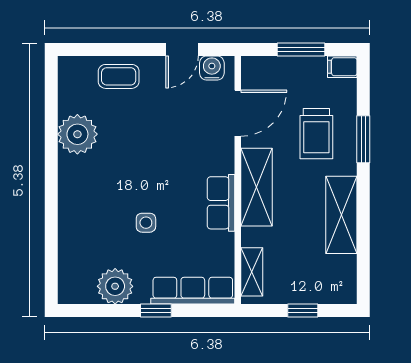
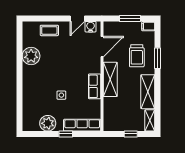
shelving: (252, 272) -> (150, 120), moved

